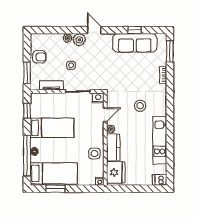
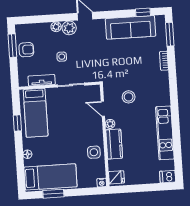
window: (135, 30) -> (143, 12), moved
window: (27, 73) -> (12, 46), moved
nightstand: (98, 98) -> (94, 91), removed
stool: (140, 106) -> (129, 97), moved
window: (27, 111) -> (17, 123), moved
door: (105, 115) -> (103, 109), swing flipped
bed: (52, 128) -> (36, 113), moved, turned 90
window: (27, 156) -> (20, 159), removed
fridge: (116, 172) -> (116, 177), width x0.53, depth x0.75

